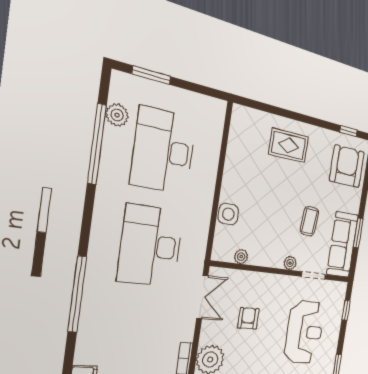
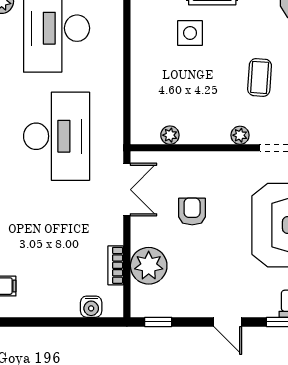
side table: (228, 214) -> (190, 33), moved
desk: (151, 246) -> (57, 136), turned 180

